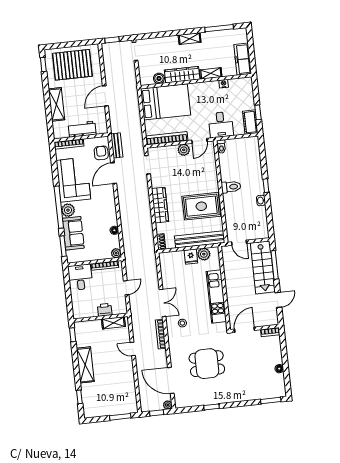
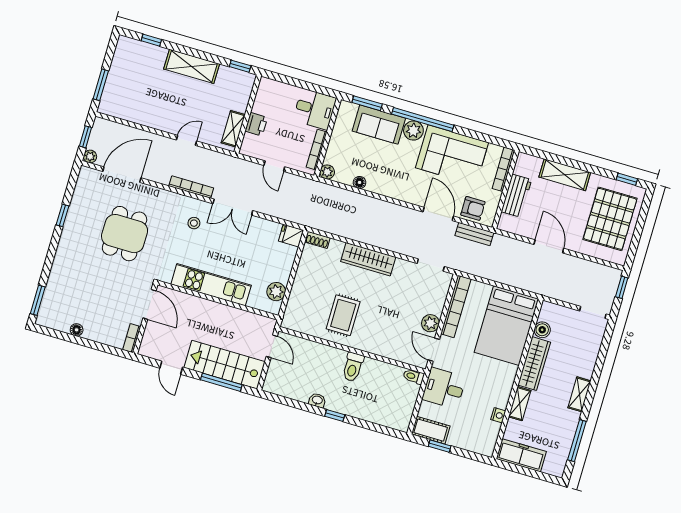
rug: (201, 206) -> (343, 315), width x0.73, depth x0.70
bench: (200, 239) -> (299, 294), removed
door: (239, 243) -> (272, 346), swing flipped
fridge: (191, 257) -> (291, 236), moved

